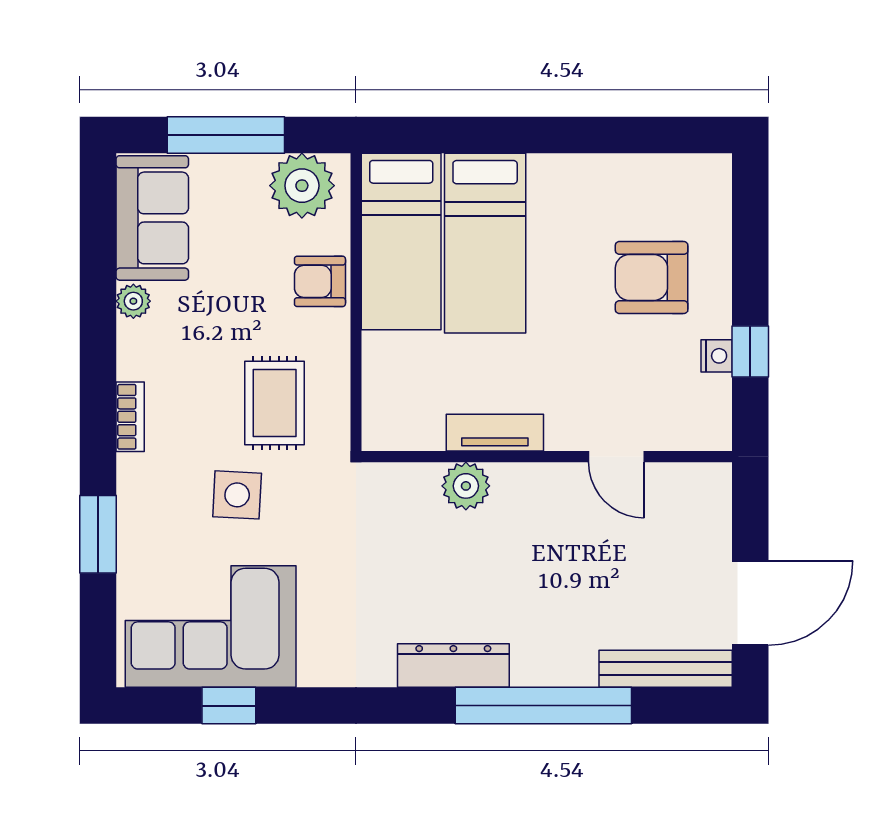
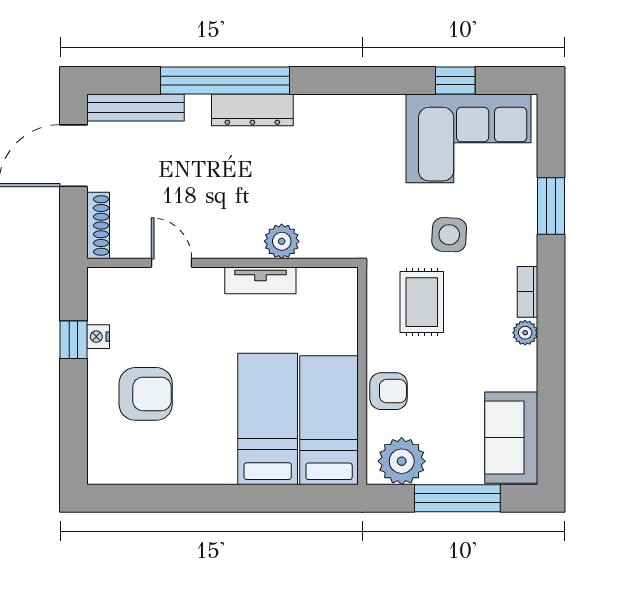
plant: (133, 301) -> (525, 333), moved
shoe rack: (717, 508) -> (98, 226), added
dresser: (453, 666) -> (252, 110), moved

